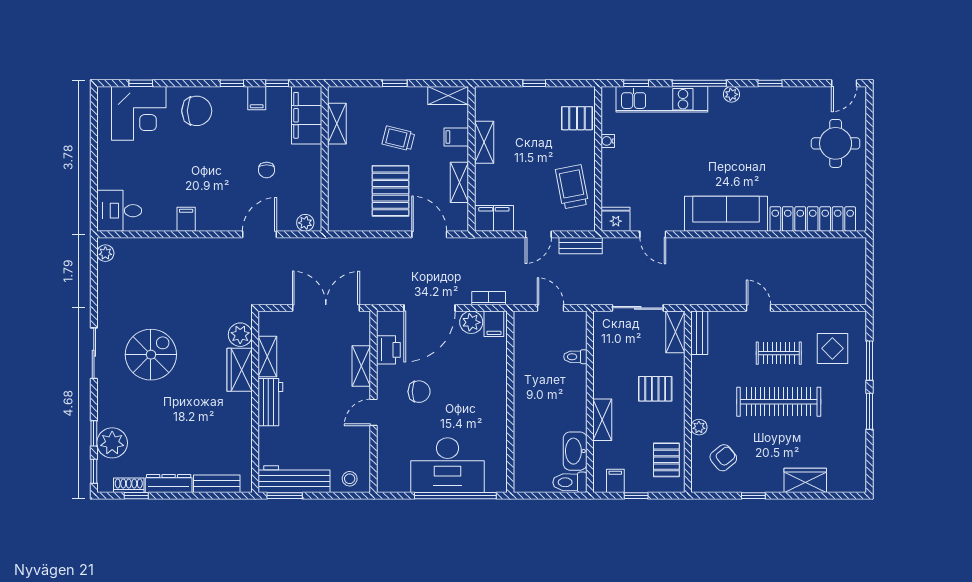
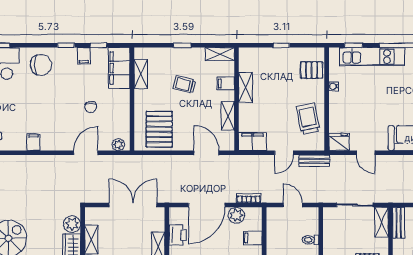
pallet: (391, 191) -> (159, 129), moved
filing cabinet: (494, 324) -> (253, 238), moved, turned 90

